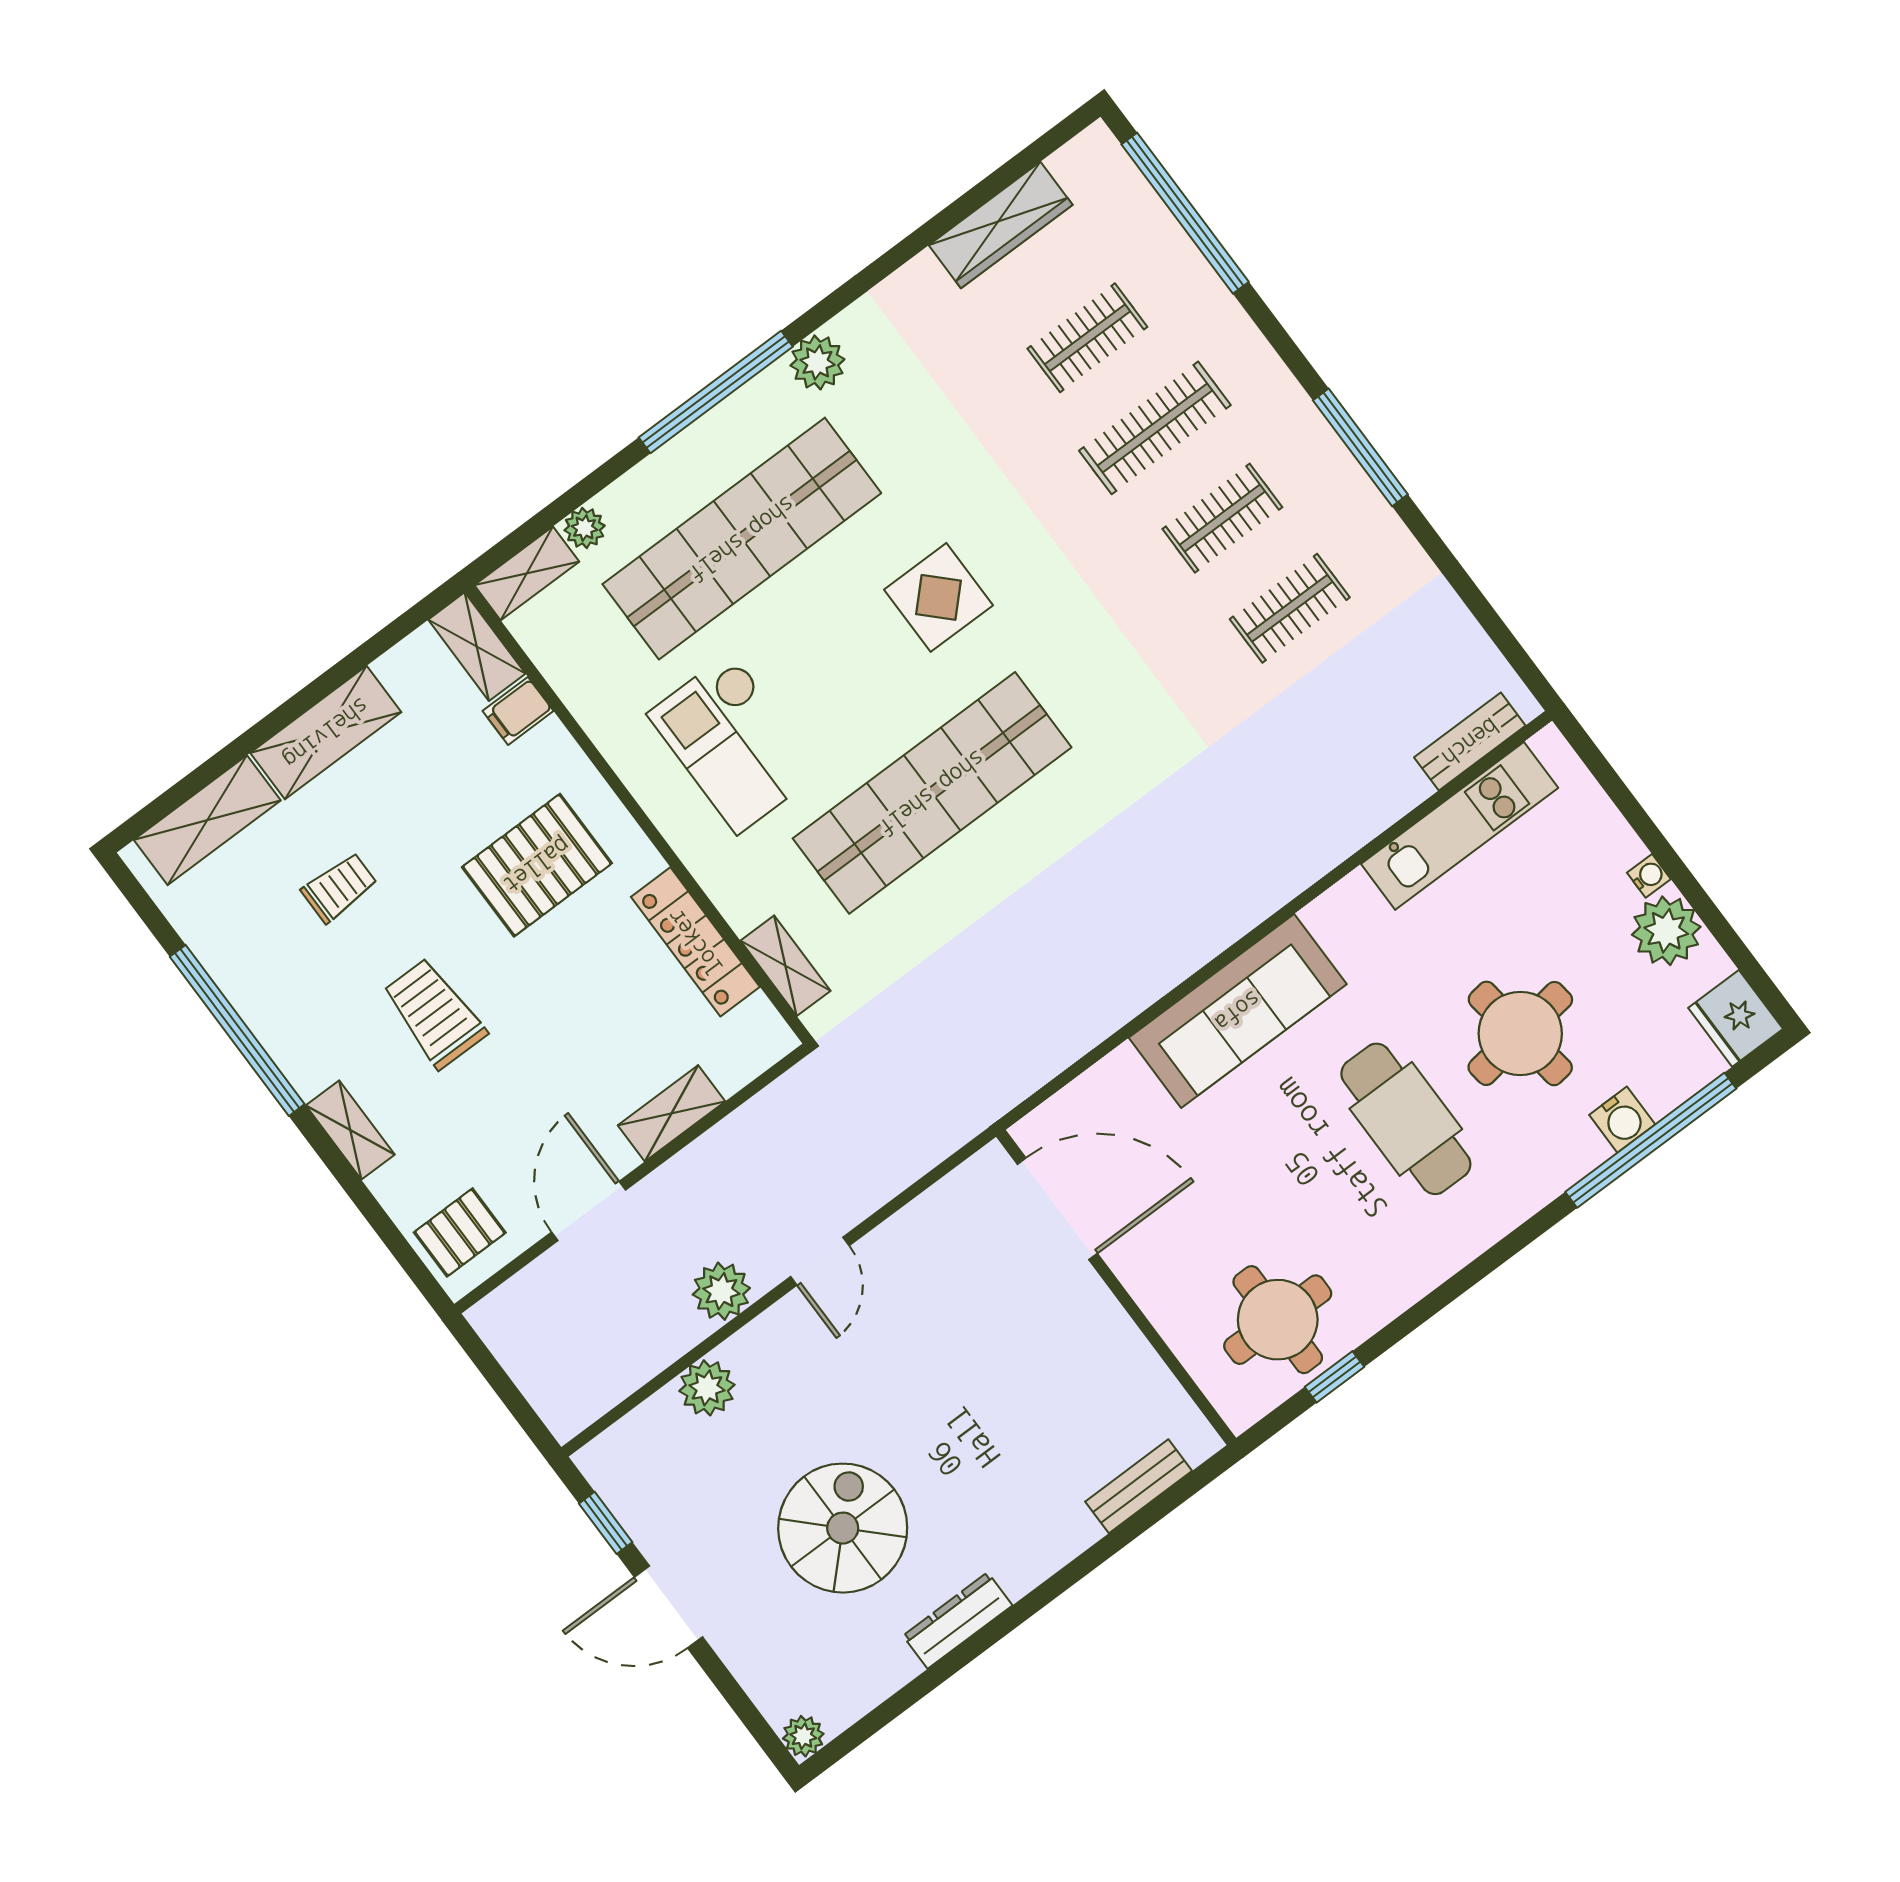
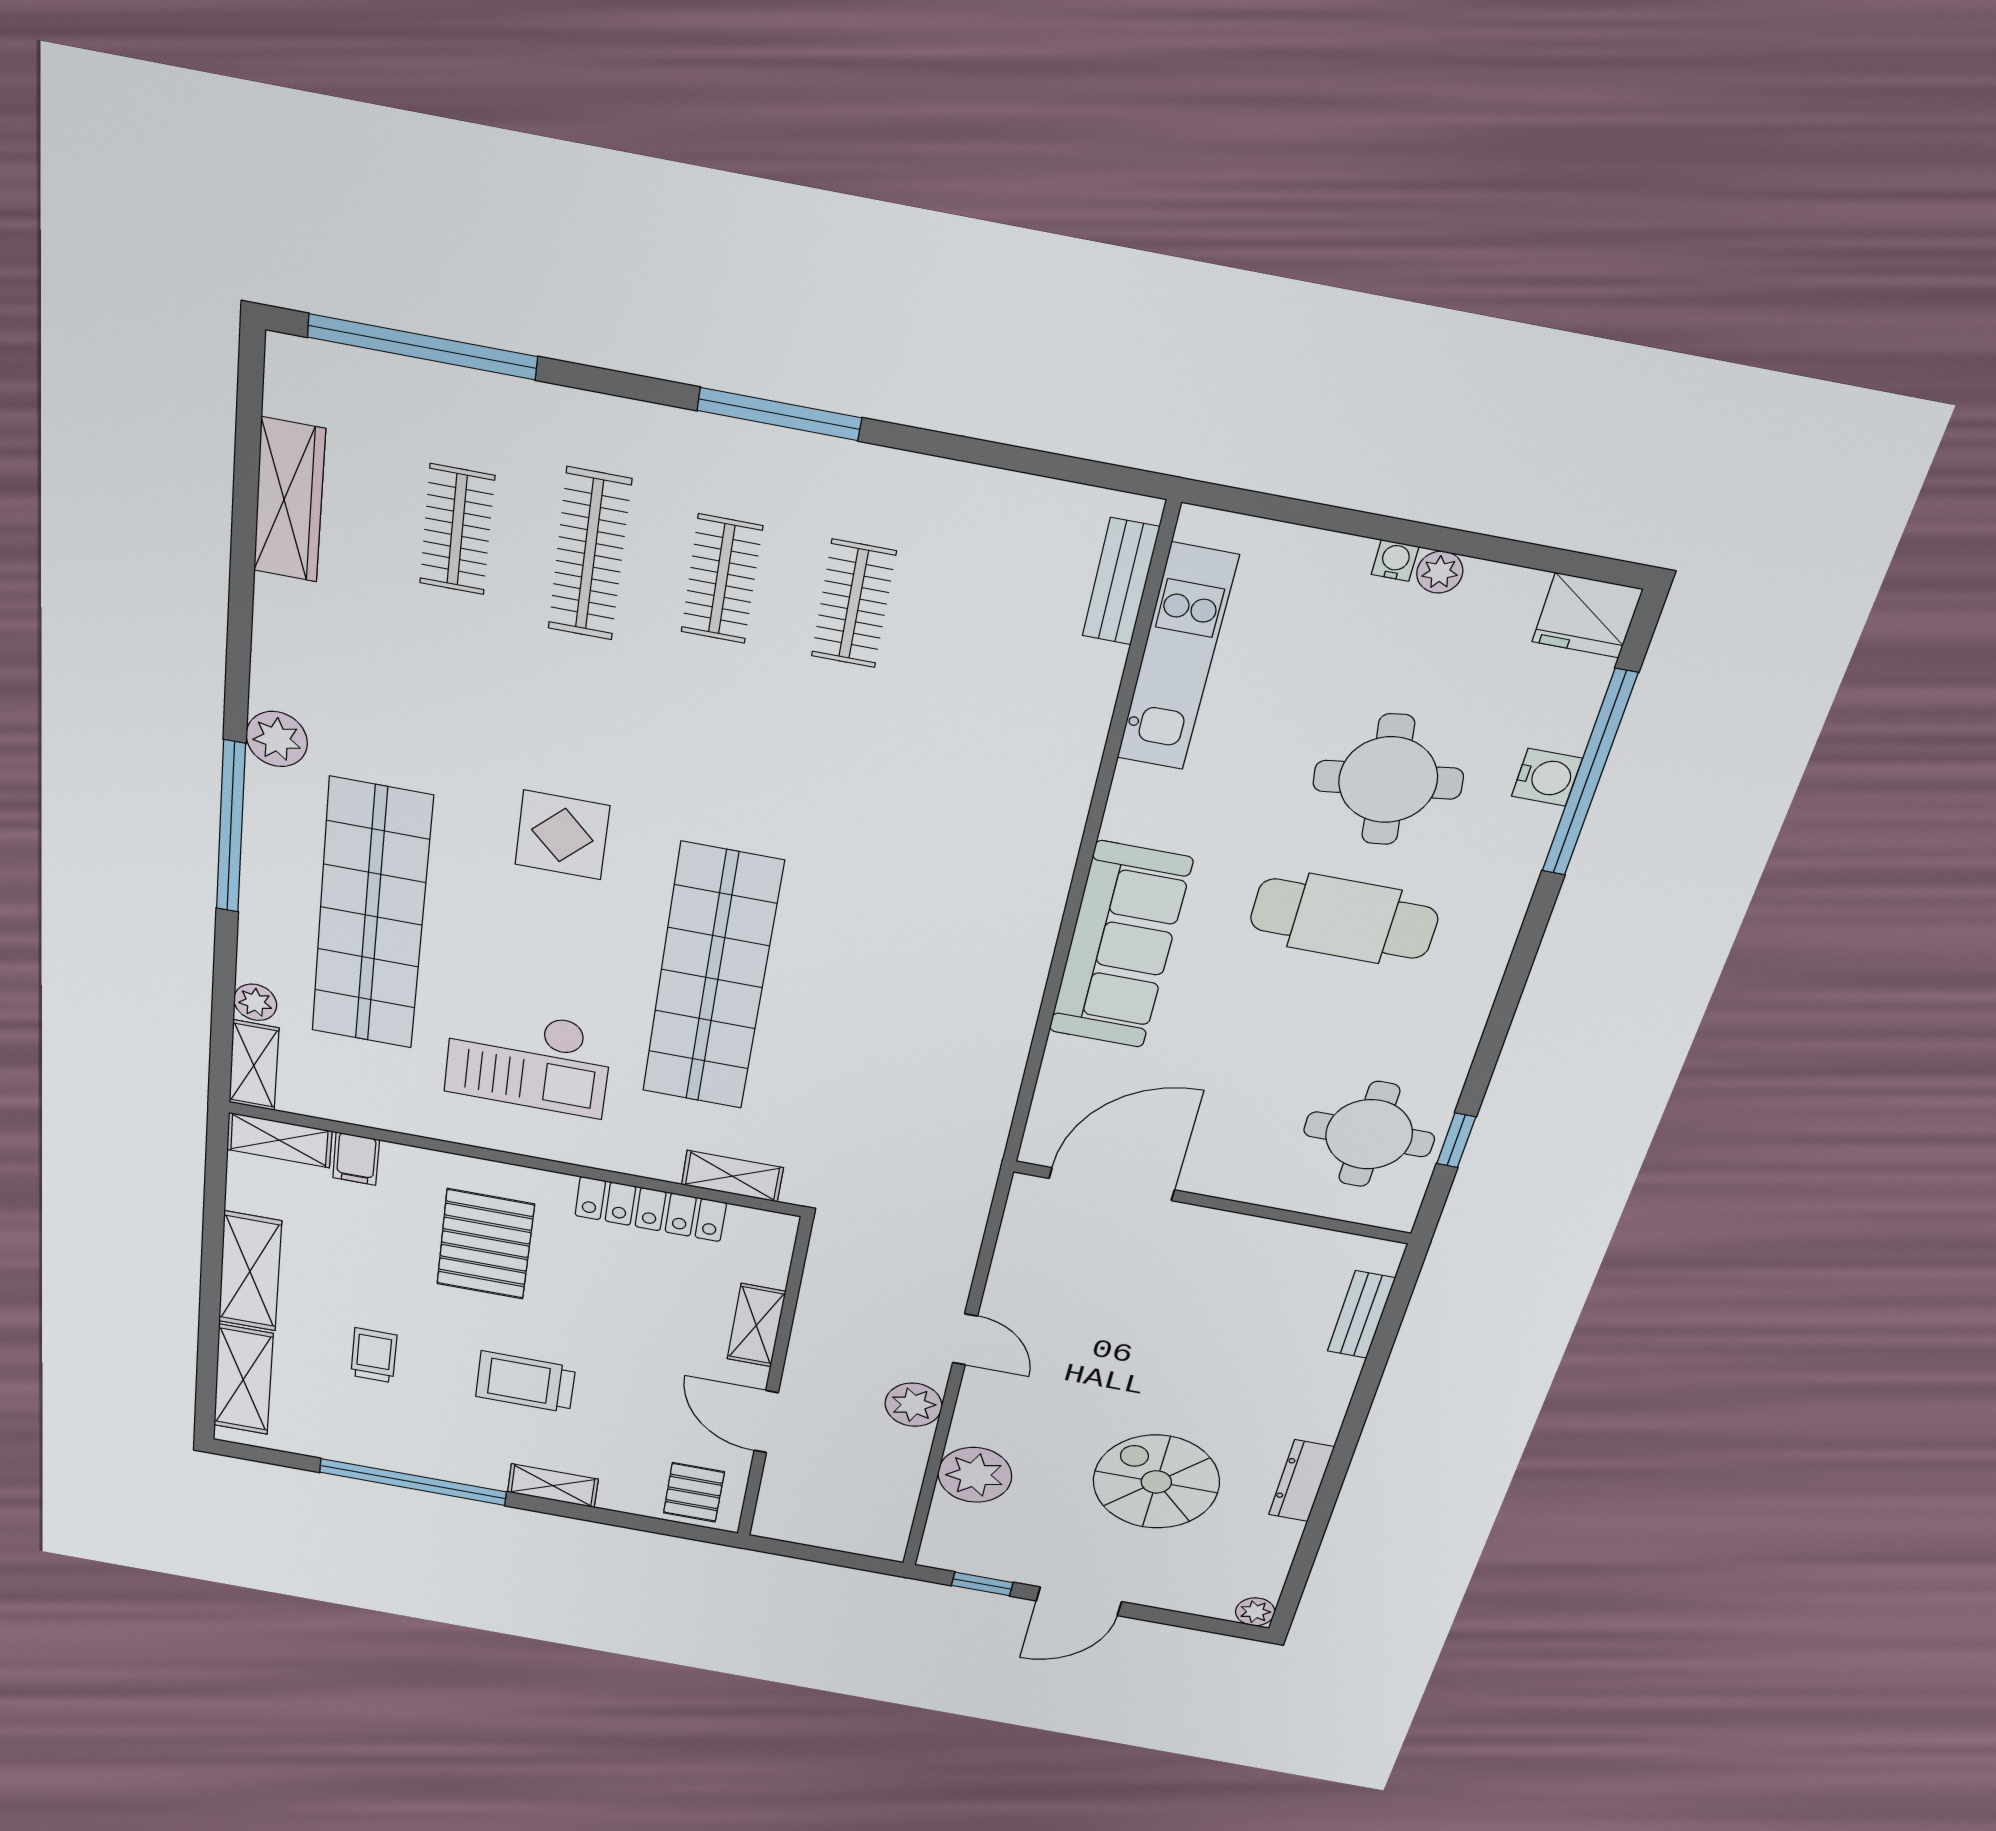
plant: (1666, 931) -> (1440, 572), width x0.53, depth x0.53
plant: (707, 1388) -> (975, 1475), width x1.36, depth x1.36

